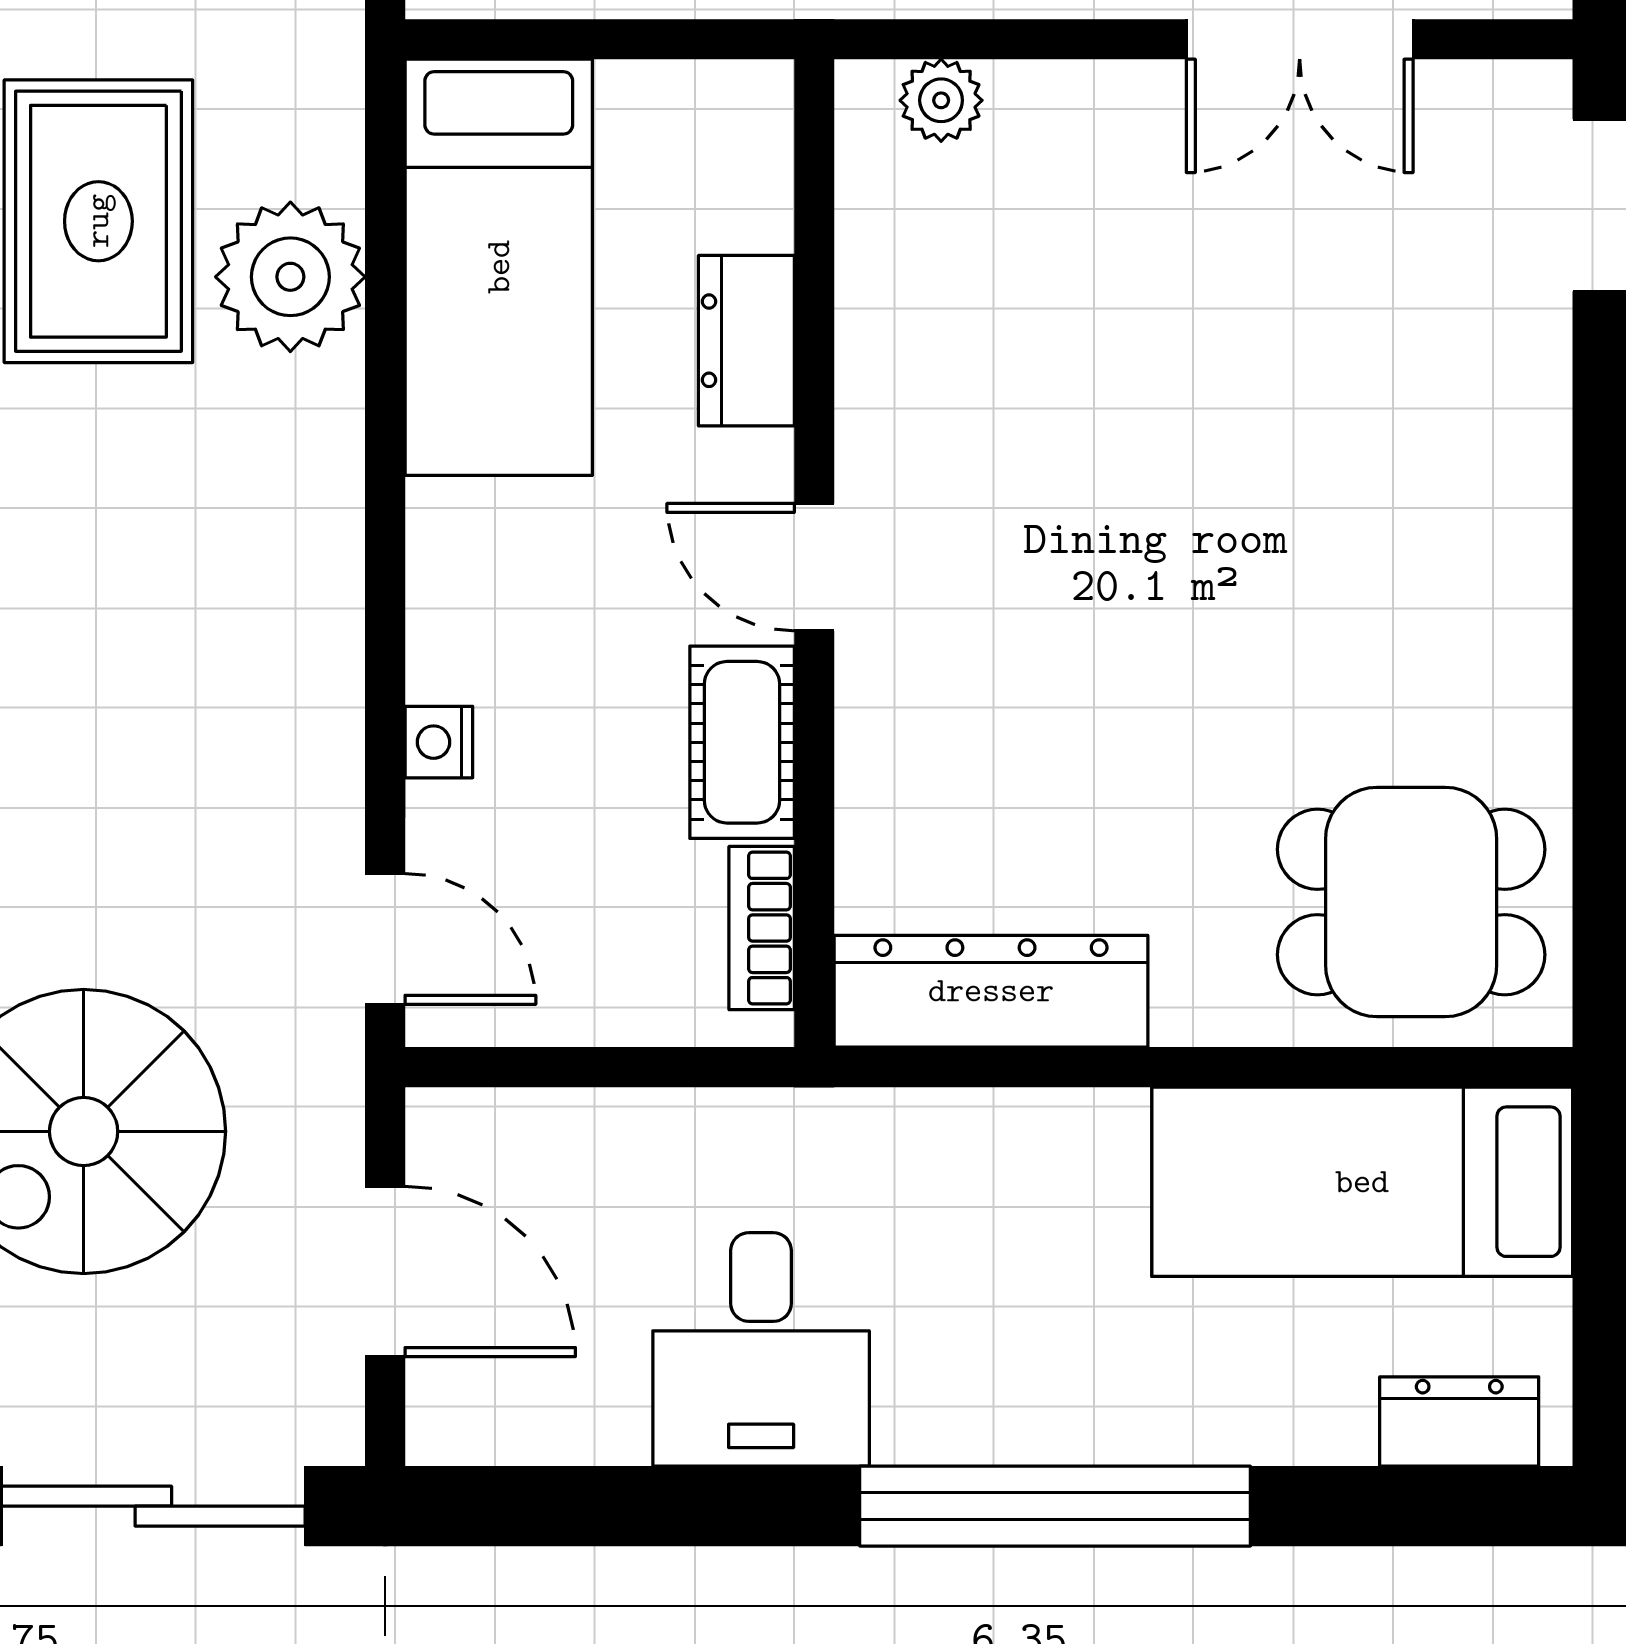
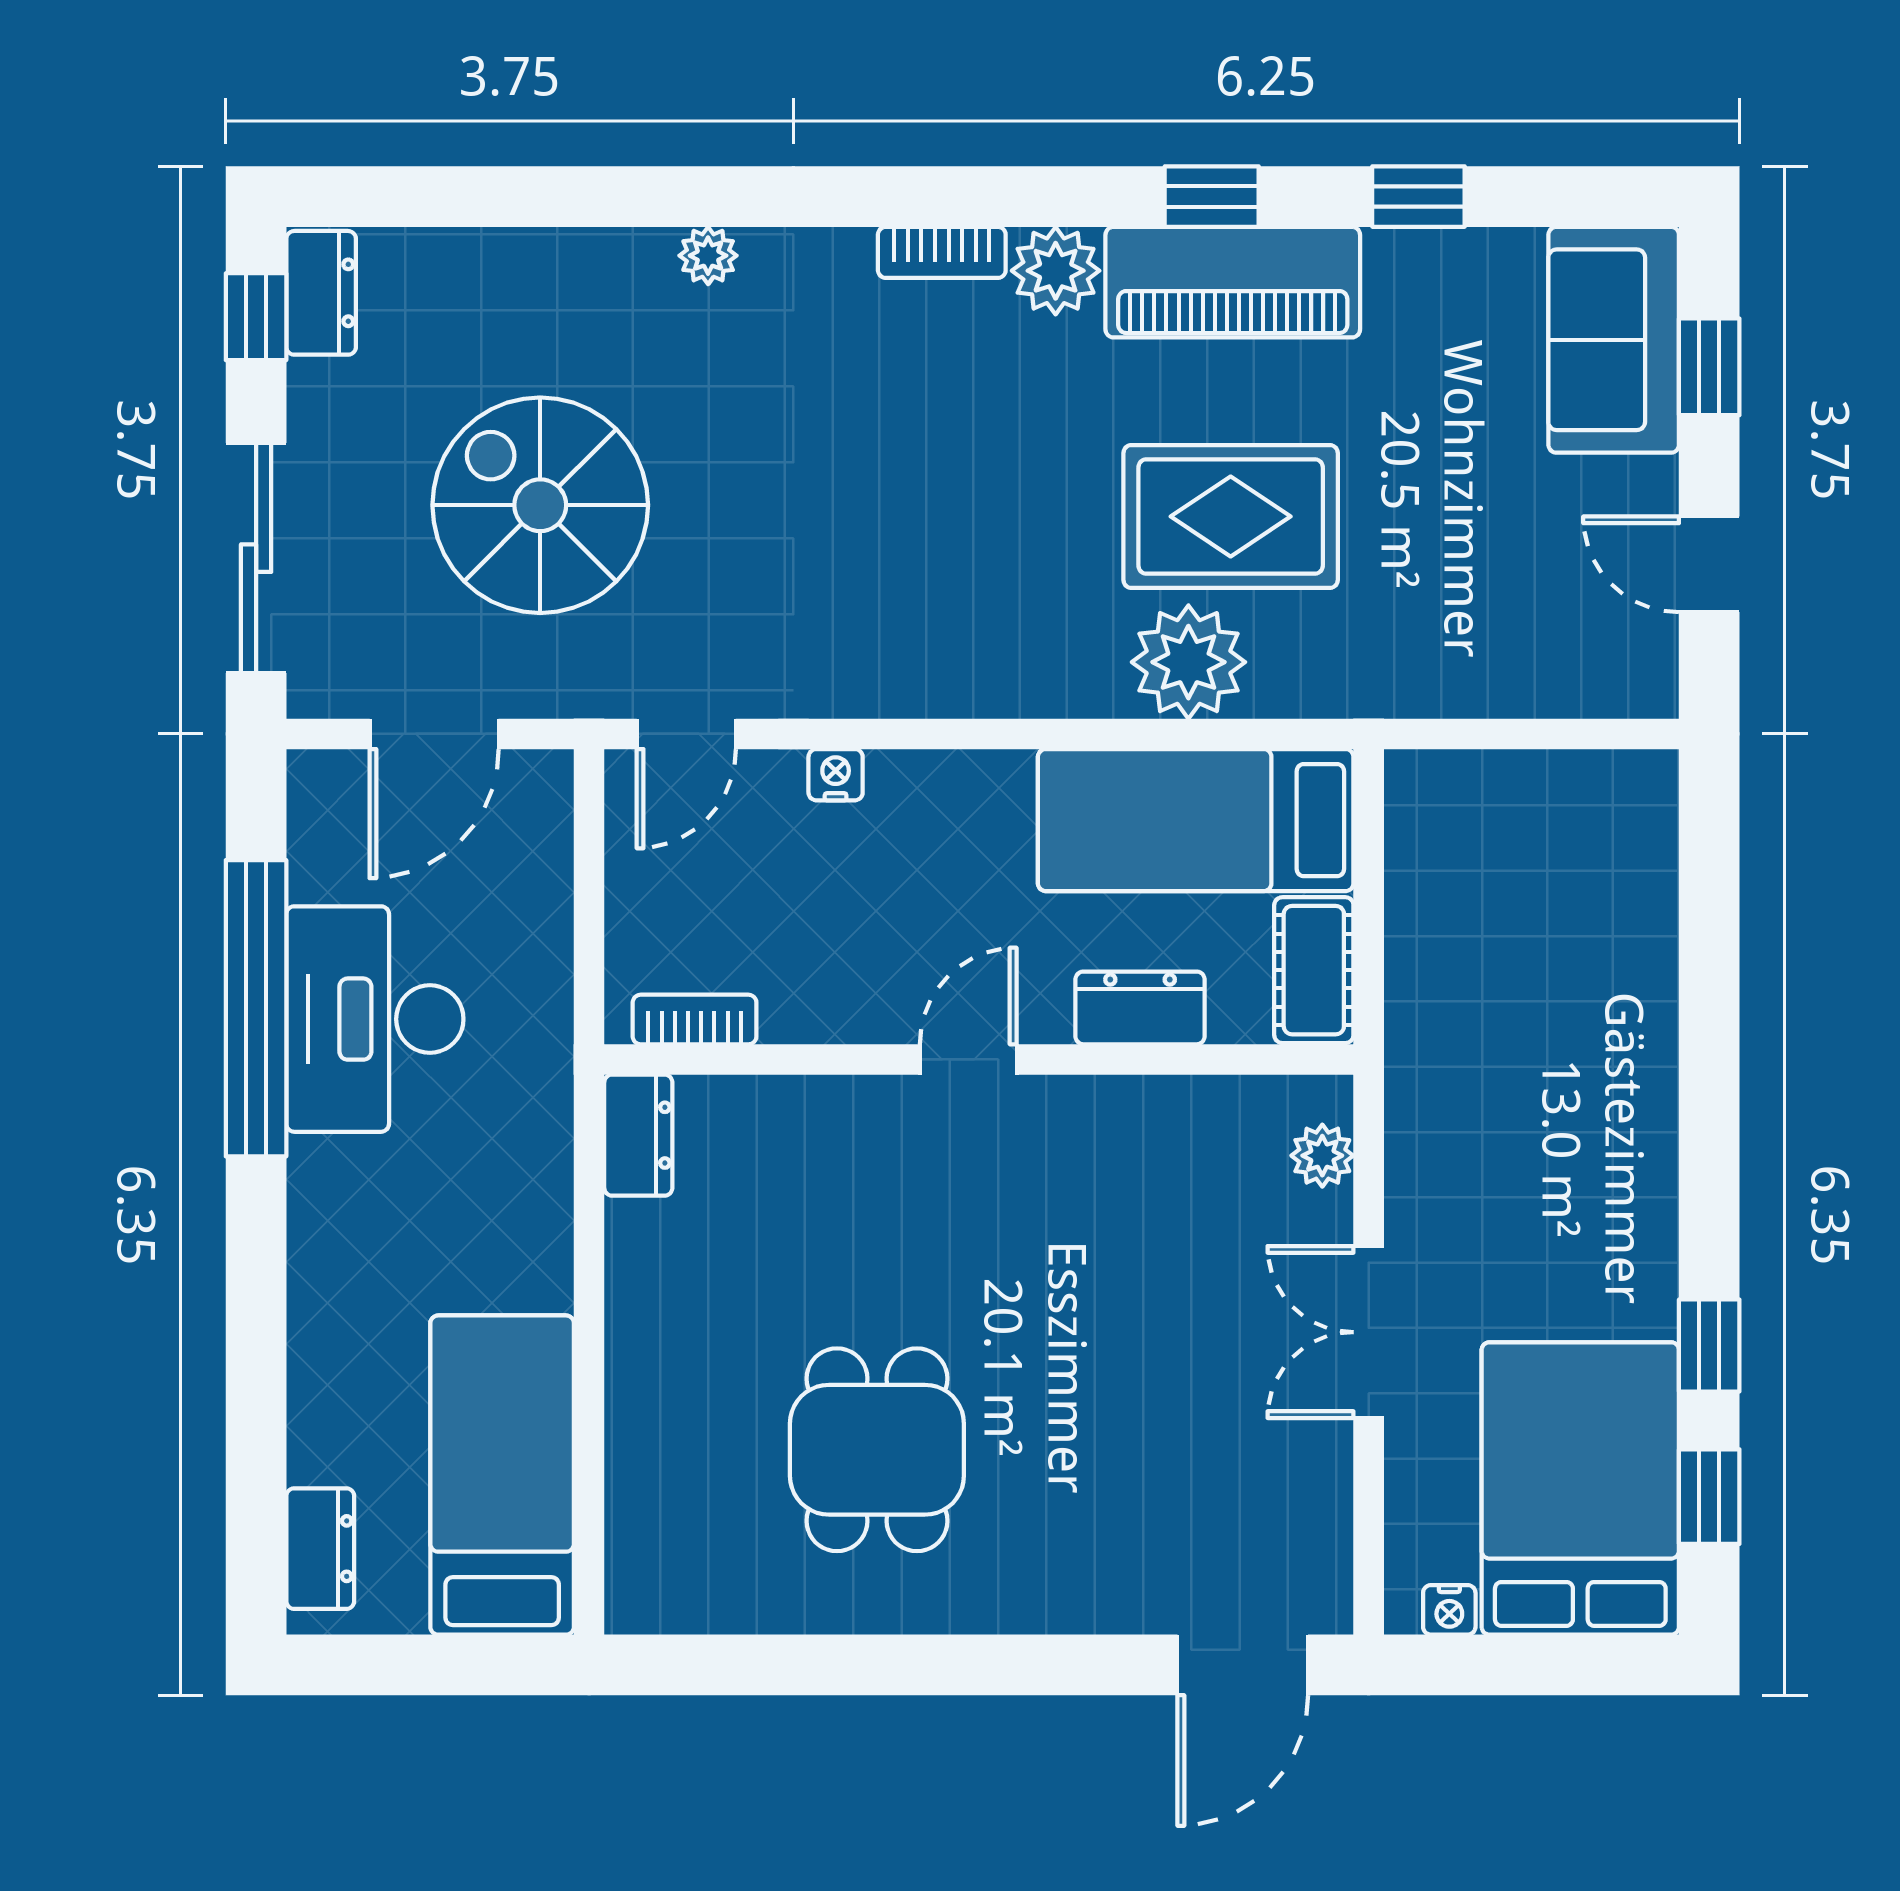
double door: (1300, 39) -> (1369, 1332), moved
cot: (742, 742) -> (1314, 970), moved, turned 90
dining table: (1411, 902) -> (877, 1450), moved
dresser: (991, 991) -> (638, 1135), width x0.51, depth x0.80
desk: (761, 1349) -> (375, 1019), width x1.37
window: (1055, 1506) -> (256, 1008), moved

